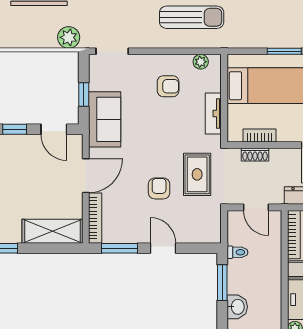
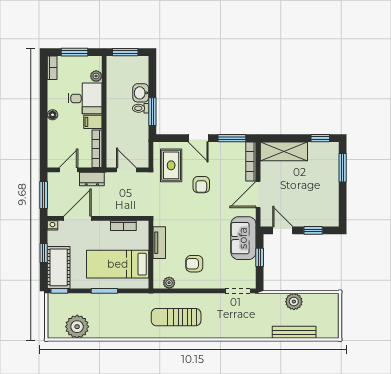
plant: (69, 37) -> (294, 302), moved
shoe rack: (255, 154) -> (127, 211), removed
rug: (197, 174) -> (171, 165), moved
toilet: (237, 252) -> (141, 108), moved

